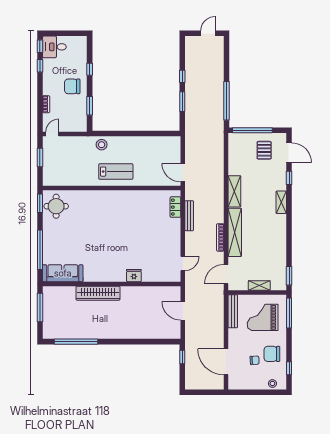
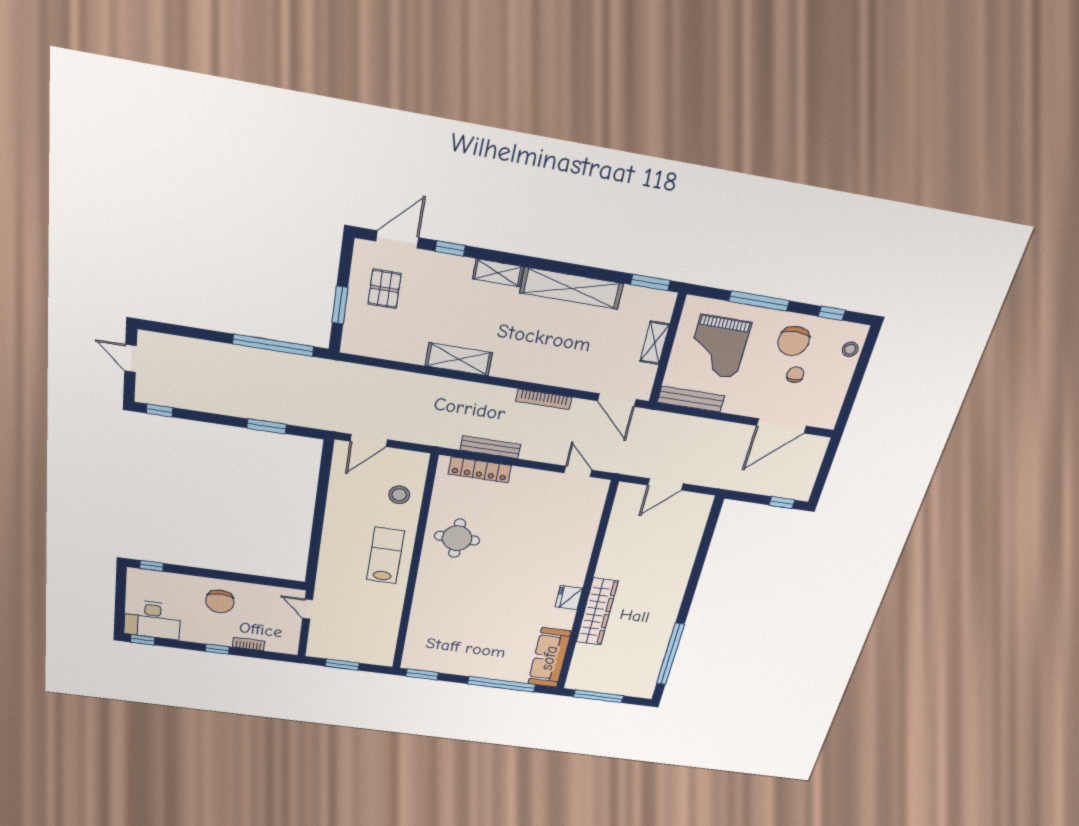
desk: (54, 47) -> (152, 620), width x1.37
window: (40, 66) -> (217, 649), moved
window: (90, 69) -> (152, 566), moved
window: (182, 76) -> (160, 410), moved
window: (90, 106) -> (258, 580), removed
window: (252, 130) -> (340, 305), width x0.47
door: (52, 134) -> (308, 609), moved
stool: (102, 145) -> (399, 495), moved
pallet: (264, 150) -> (384, 289), turned 90
door: (183, 173) -> (369, 440), moved
round table: (56, 206) -> (457, 538), moved
locker: (175, 207) -> (480, 470), width x1.53
shelving: (235, 232) -> (572, 288), moved
fridge: (134, 276) -> (569, 598), moved
window: (289, 313) -> (759, 301), moved
window: (182, 357) -> (782, 503), moved

